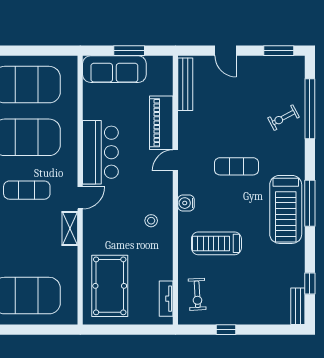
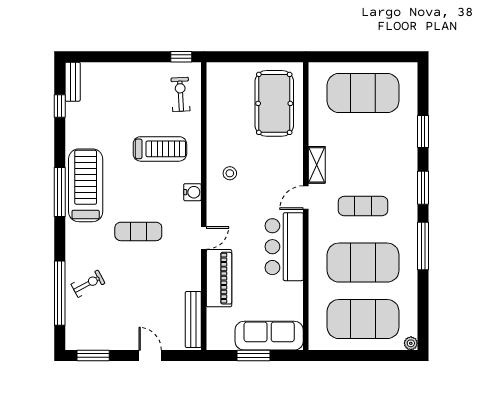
tv unit: (166, 299) -> (214, 90), removed
window: (226, 330) -> (181, 57), moved

